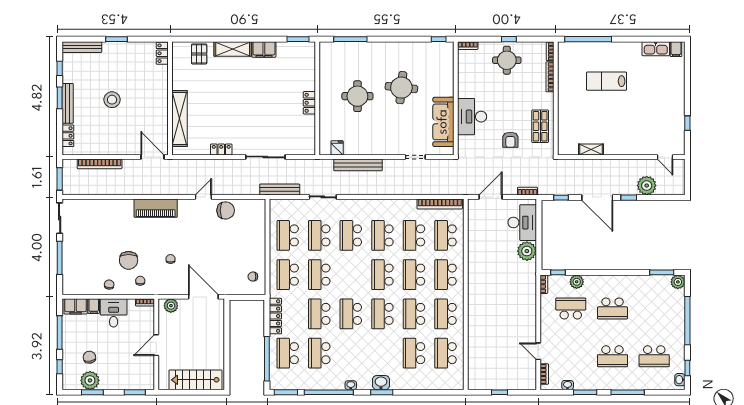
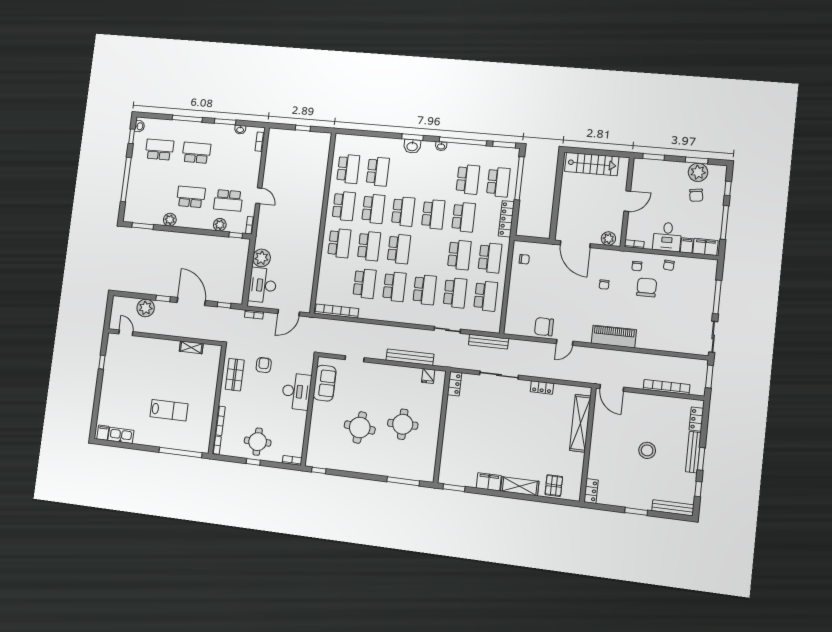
locker: (309, 103) -> (454, 384), moved
sofa: (443, 122) -> (325, 383), width x0.73
school desk: (446, 235) -> (335, 280), removed
plant: (678, 282) -> (170, 220), moved
door: (538, 351) -> (259, 196), moved

